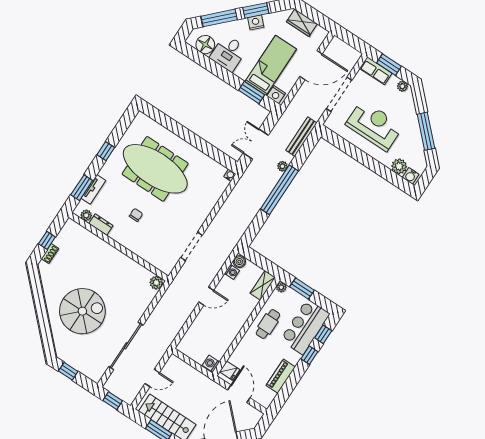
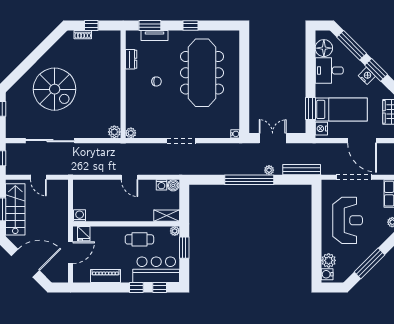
plant: (86, 215) -> (131, 133), moved
doorway: (192, 246) -> (181, 141), moved

